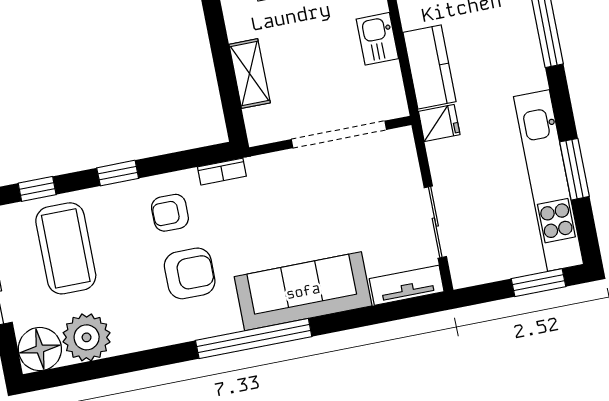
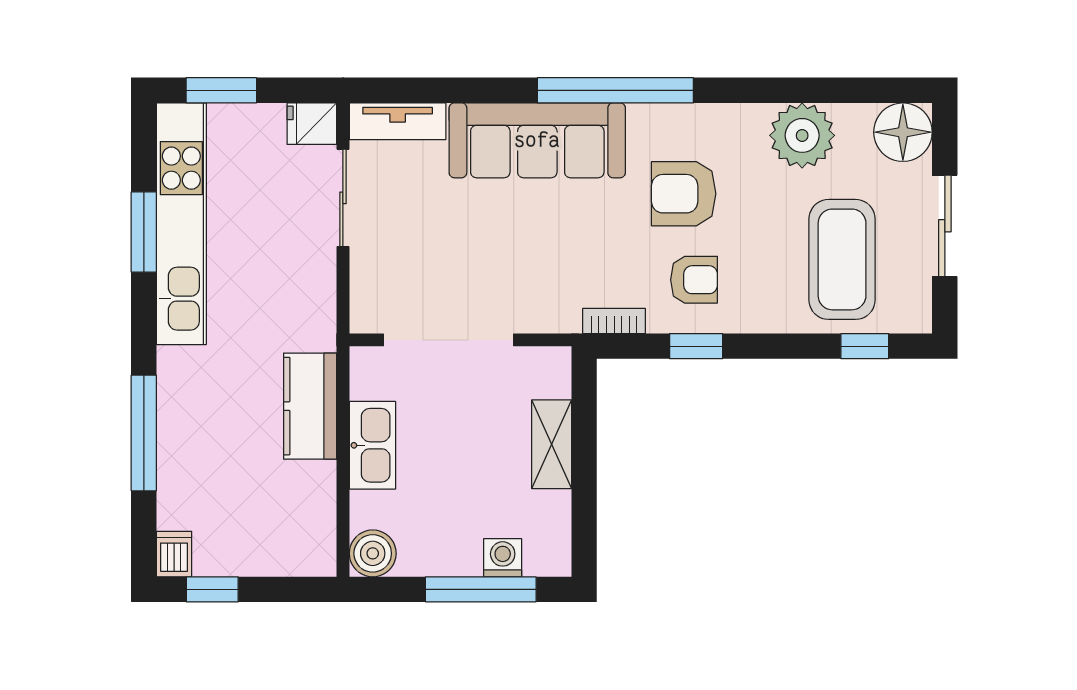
kitchen sink: (377, 39) -> (372, 445), width x1.38
fridge: (439, 123) -> (312, 124), moved
window: (118, 173) -> (696, 346), moved
plant: (87, 337) -> (802, 135), moved

